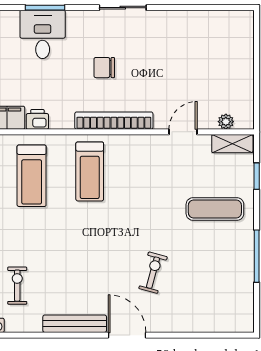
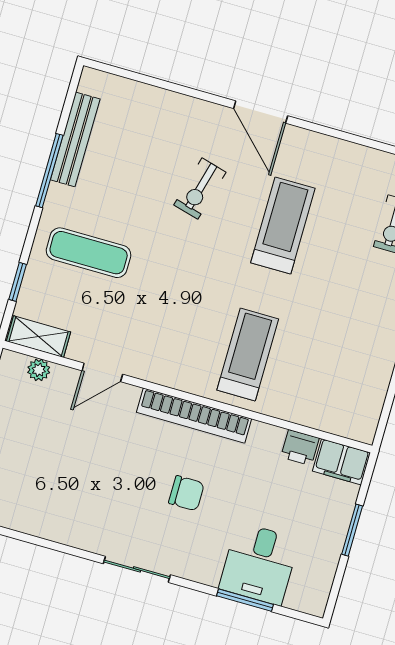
treadmill: (32, 176) -> (283, 226), moved
bench: (75, 324) -> (75, 139), moved, turned 90

